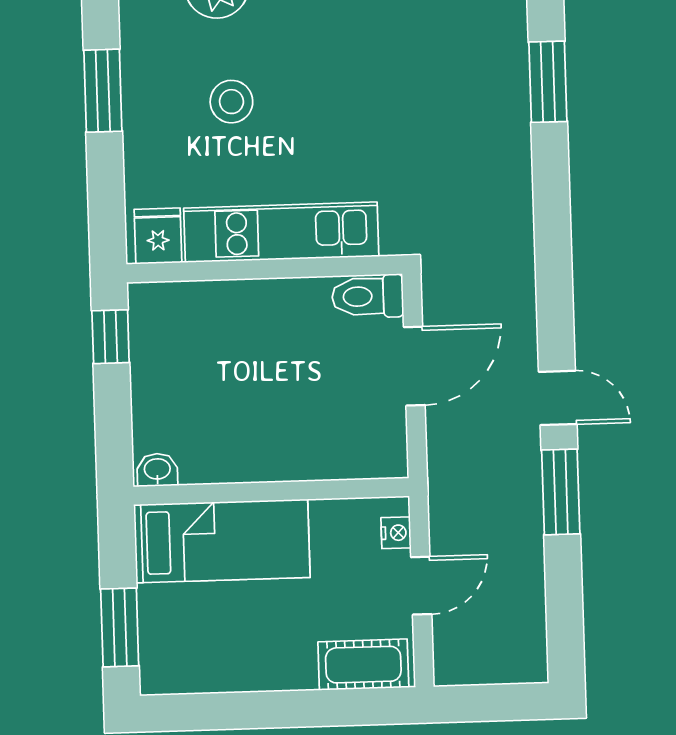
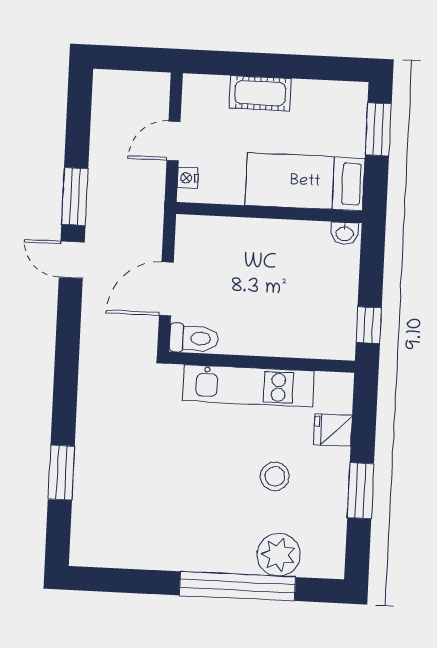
fridge: (158, 236) -> (333, 430), moved, turned 90
cot: (363, 665) -> (260, 93), moved

